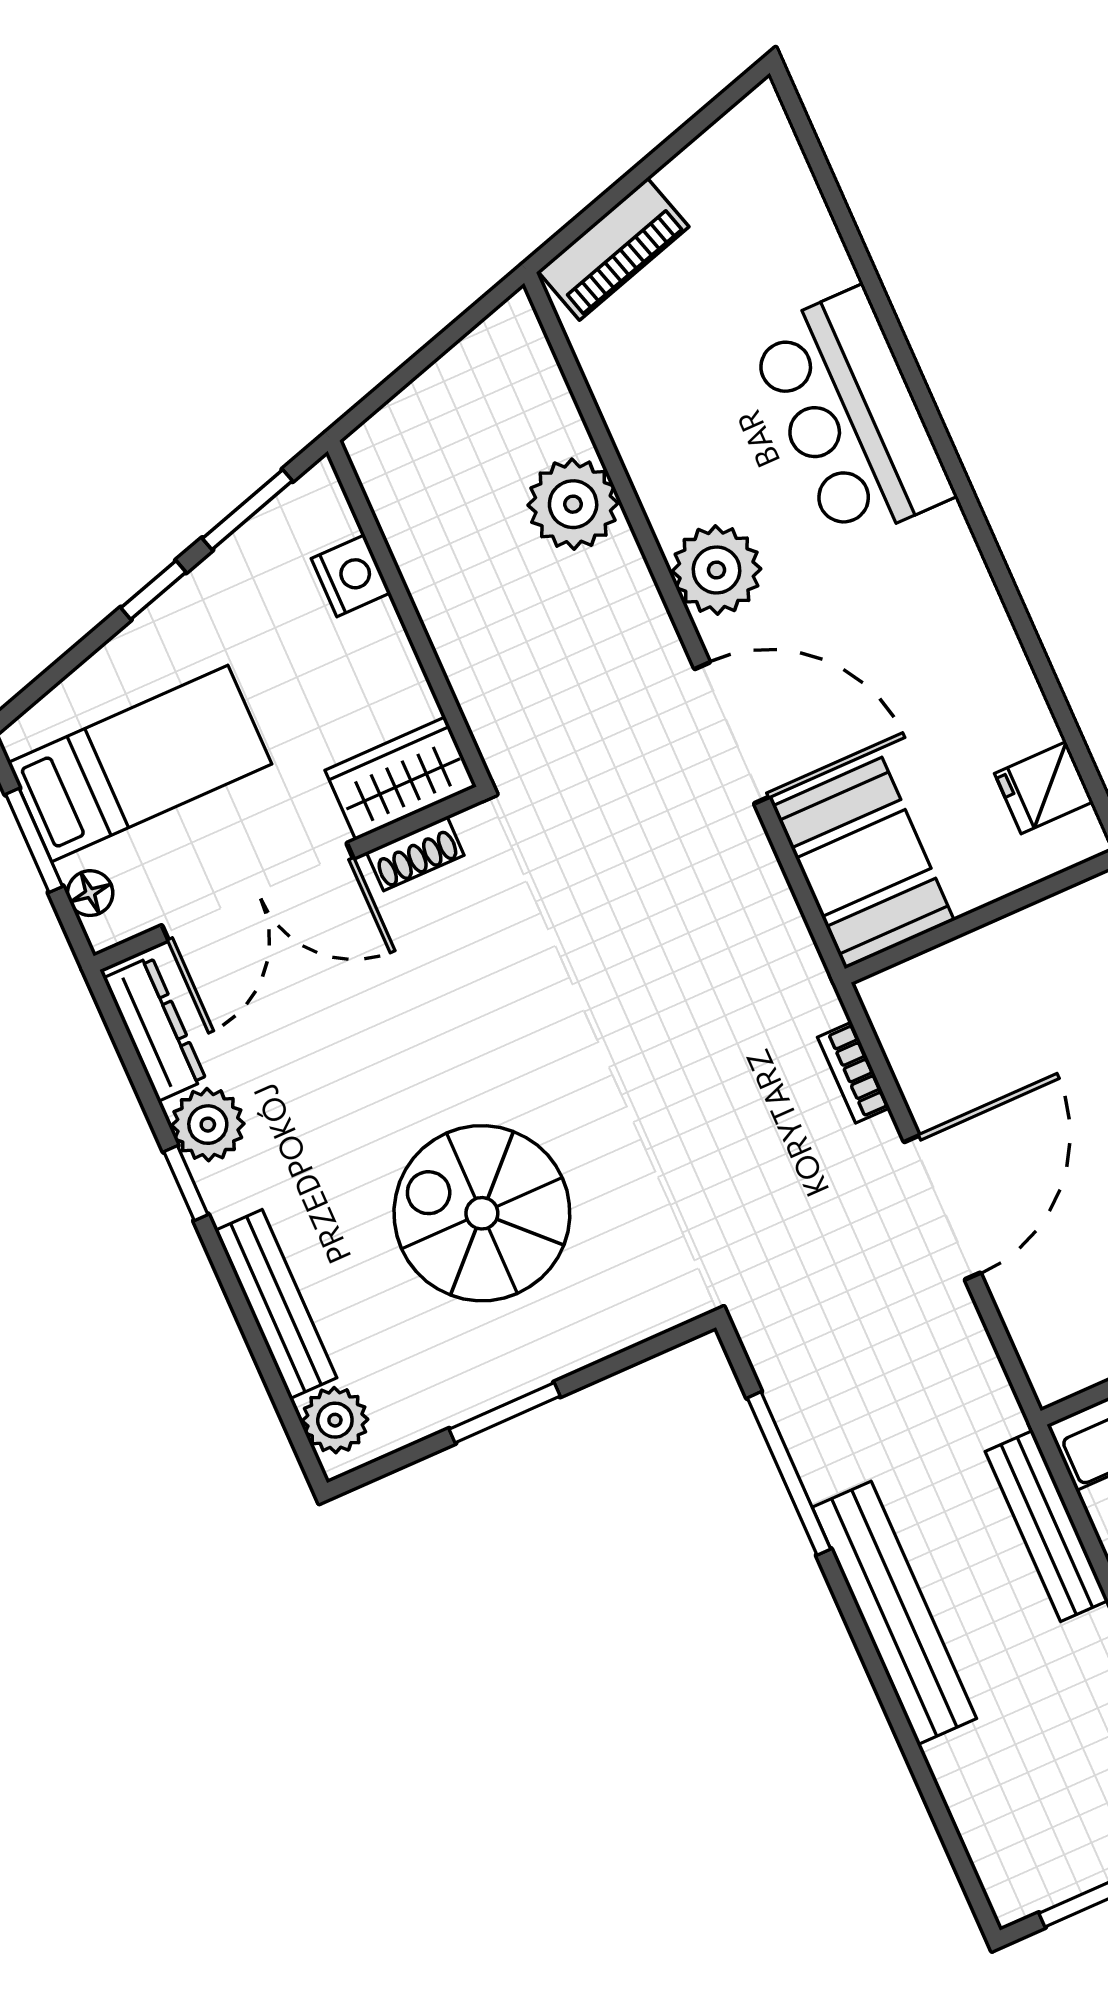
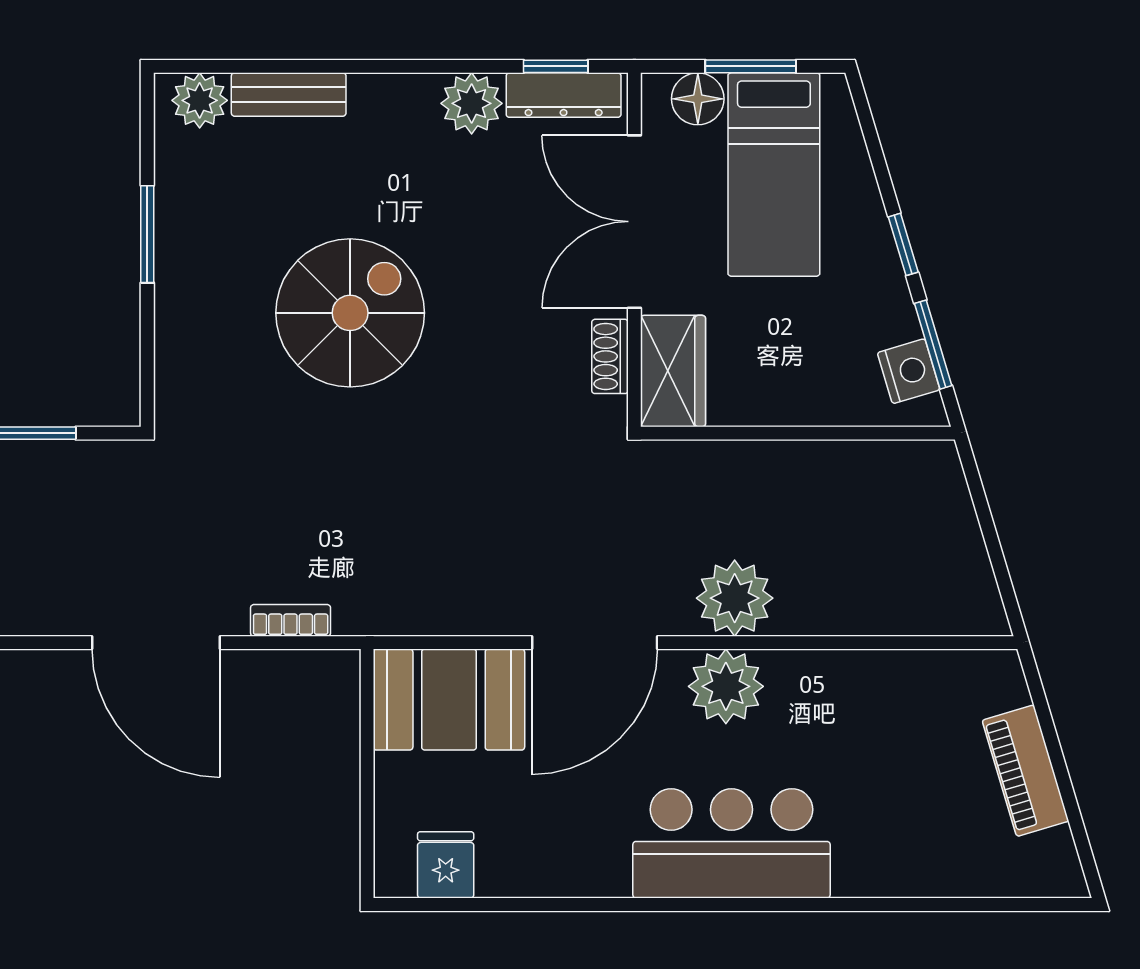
piano: (613, 249) -> (1026, 771), moved
bar counter: (851, 416) -> (731, 843), moved
plant: (573, 504) -> (735, 598), moved
nightstand: (351, 576) -> (909, 371), moved, turned -107
floor lamp: (90, 893) -> (698, 99), width x1.37, depth x1.37
window: (186, 1183) -> (556, 66), moved
spiral stairs: (482, 1213) -> (350, 313), moved
bench: (276, 1304) -> (289, 95), width x0.73

